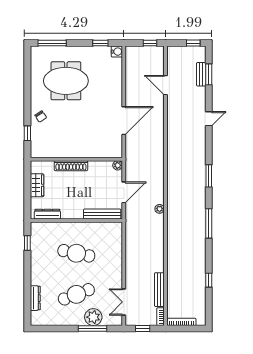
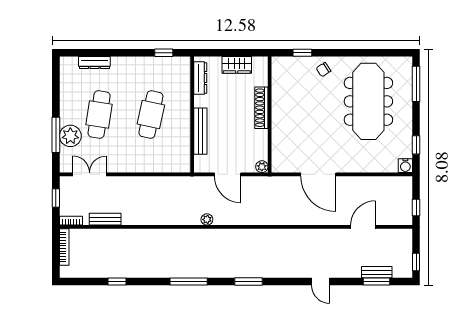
meeting table: (66, 81) -> (368, 101), width x1.36
bench: (102, 214) -> (200, 131), moved
bench: (159, 290) -> (105, 219), width x0.73
cafe table: (76, 294) -> (99, 115), turned 30

